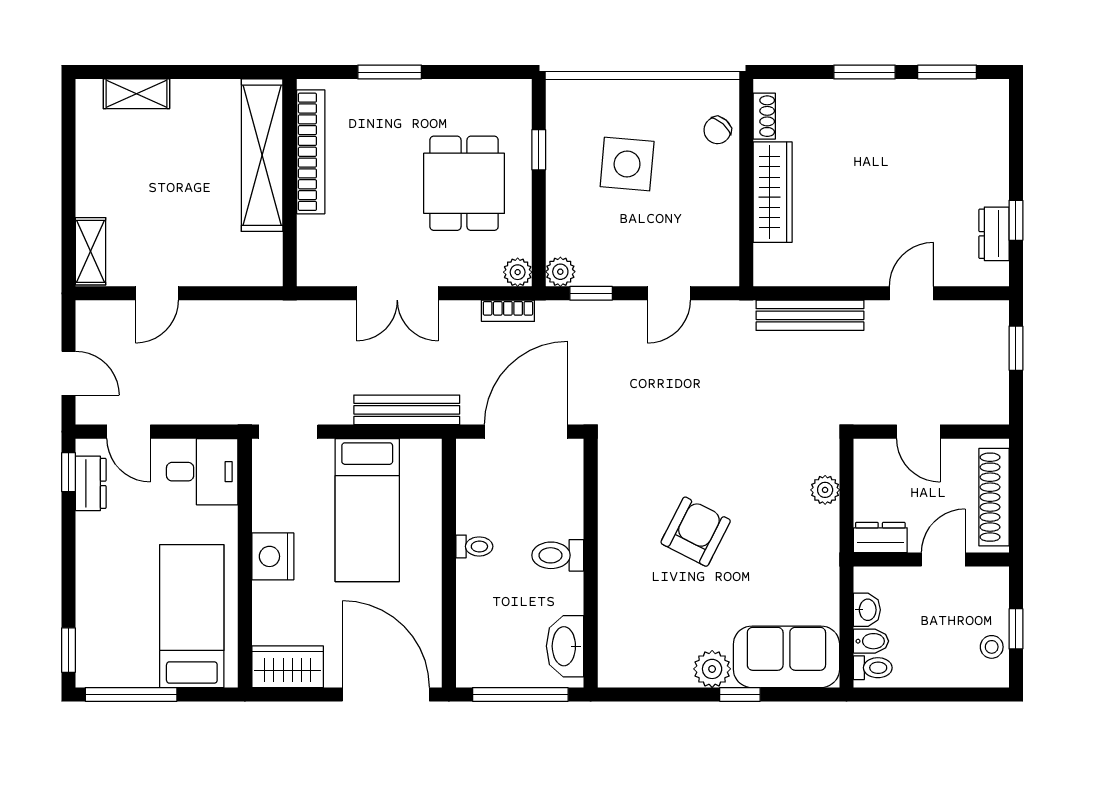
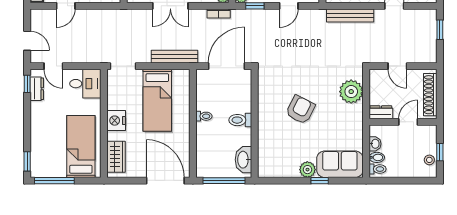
plant: (825, 490) -> (351, 92), width x1.88, depth x1.88
wardrobe: (288, 667) -> (116, 157), moved, turned 90

